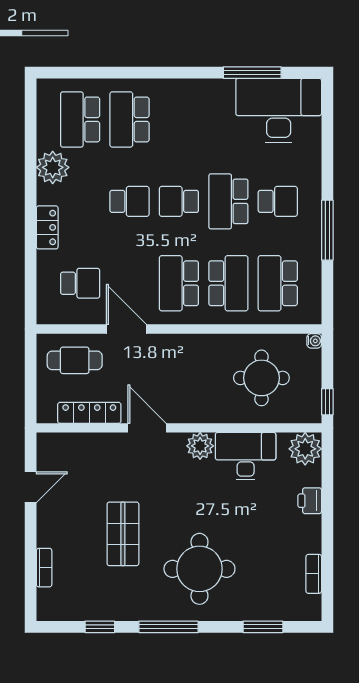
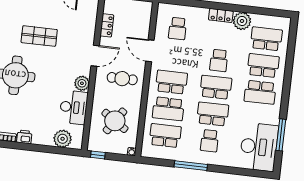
school desk: (179, 119) -> (260, 92), added
school desk: (179, 201) -> (216, 87), width x1.85
locker: (47, 227) -> (221, 15), moved
door: (126, 329) -> (150, 51), swing flipped
cafe table: (75, 360) -> (122, 79), moved, turned 90
round table: (261, 378) -> (115, 121), turned 34
locker: (89, 413) -> (107, 25), width x0.66
plant: (305, 449) -> (63, 139), moved
printer: (310, 501) -> (24, 137), moved

